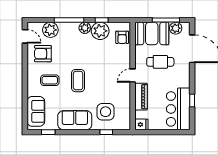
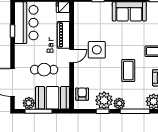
coffee table: (78, 81) -> (128, 71), moved
side table: (106, 112) -> (97, 50), moved

